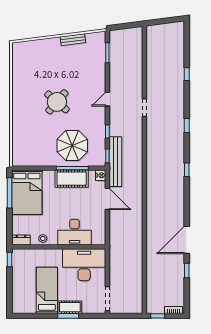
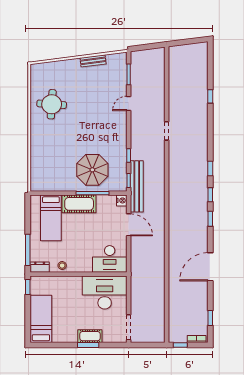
door: (107, 99) -> (129, 103), moved
round table: (57, 102) -> (52, 104), moved, turned -37
window: (187, 125) -> (210, 169), moved
cot: (72, 179) -> (79, 204), moved
bed: (27, 192) -> (51, 218), width x0.67
window: (10, 193) -> (28, 250), moved
window: (187, 193) -> (210, 219), added
desk: (75, 232) -> (110, 259), moved
window: (187, 271) -> (210, 318), moved
bed: (47, 290) -> (41, 319), moved

